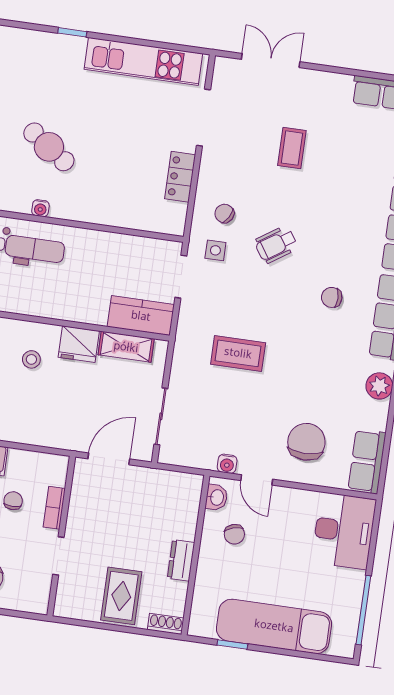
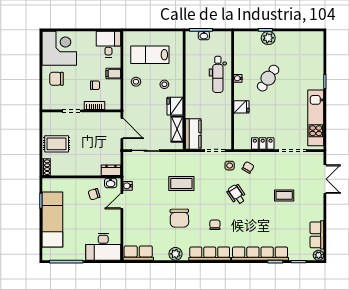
fridge: (99, 209) -> (241, 107), added
coffee table: (238, 353) -> (181, 184), turned 90
stool: (18, 416) -> (136, 82), added
chair: (306, 442) -> (179, 218), moved, turned 89
dresser: (181, 560) -> (111, 170), moved

